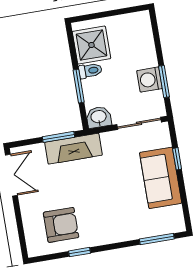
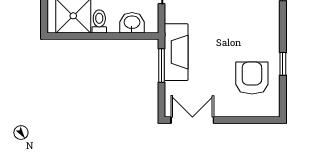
window: (79, 86) -> (113, 36), removed
washbasin: (99, 117) -> (132, 23), moved, turned 90

